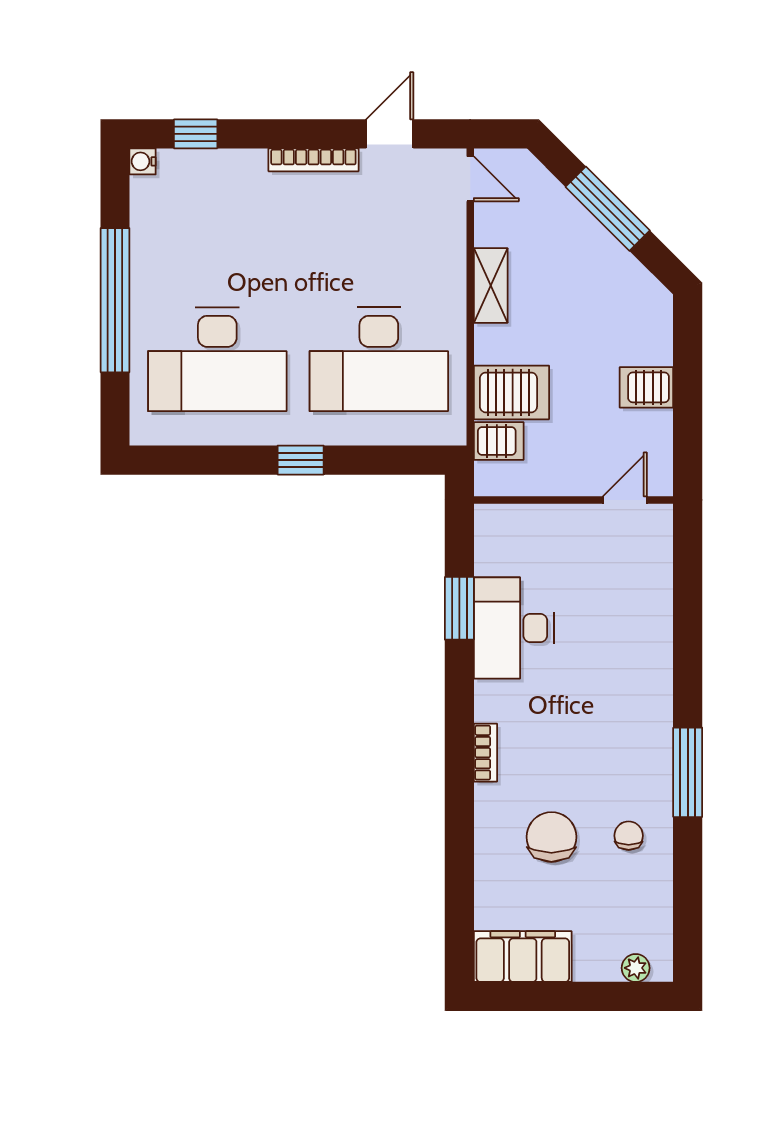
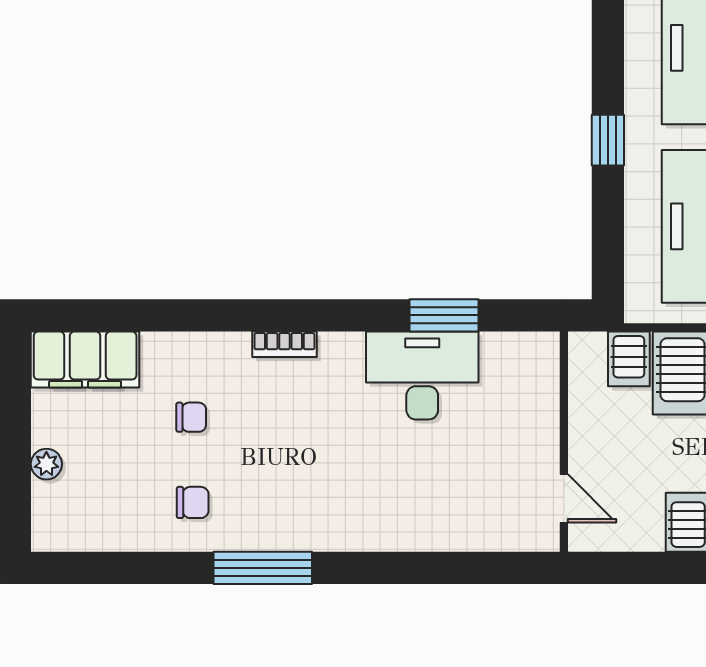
chair: (551, 837) -> (191, 417), width x0.54, depth x0.54
filing cabinet: (523, 957) -> (85, 359), moved, turned 90
plant: (636, 968) -> (46, 464), moved

